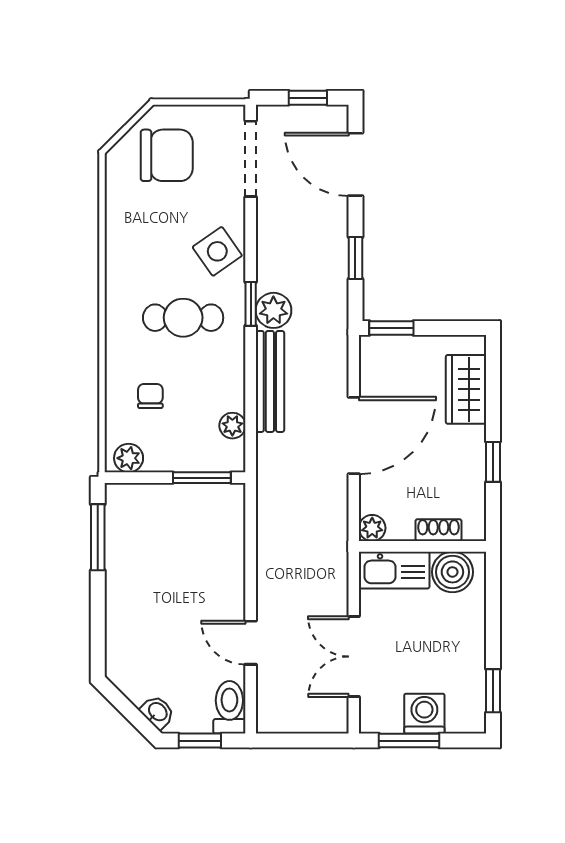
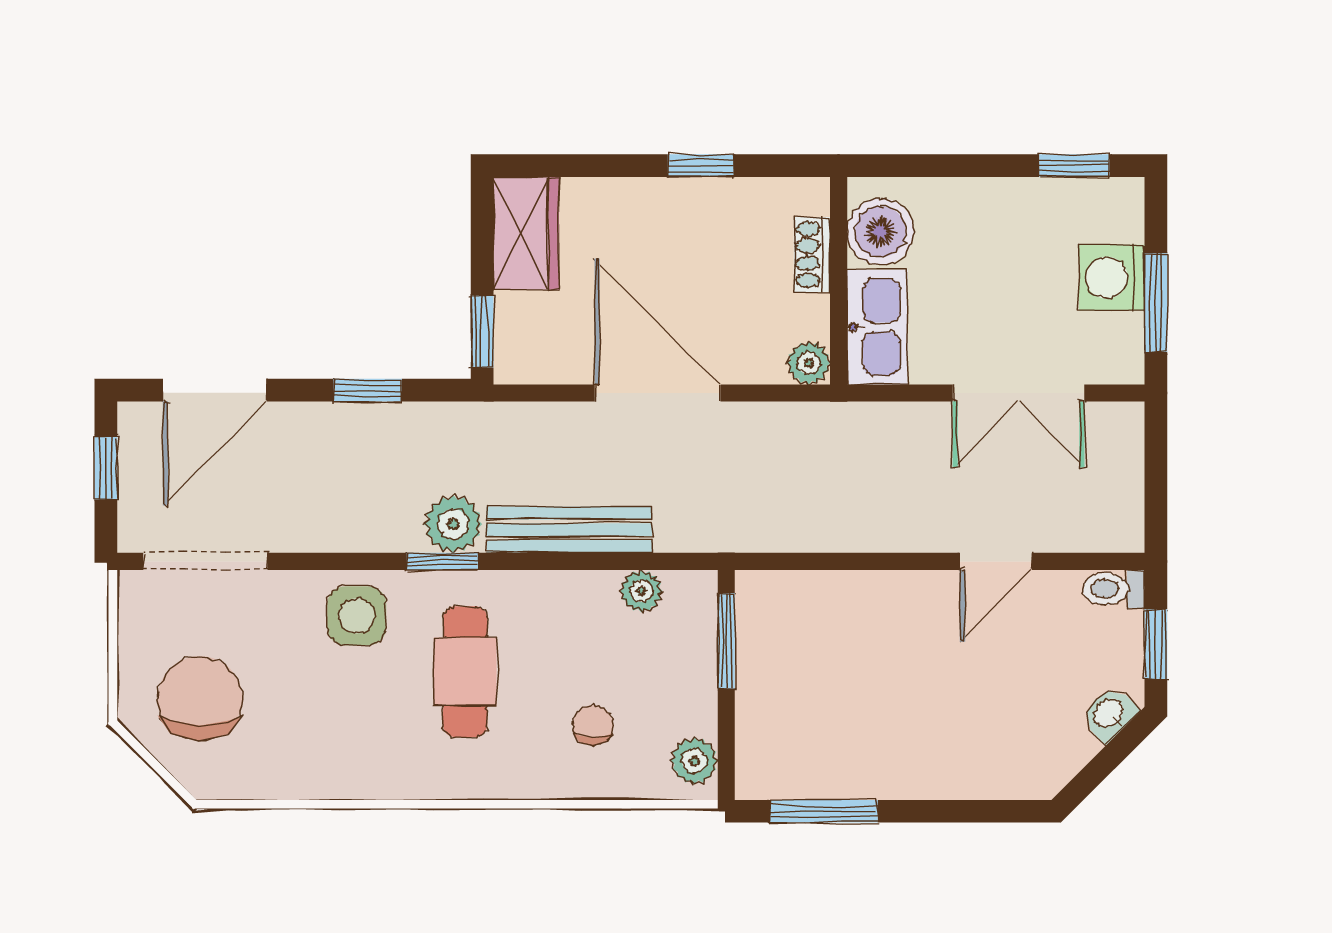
side table: (217, 251) -> (357, 616), turned 35
wardrobe: (466, 389) -> (526, 233), moved, turned -90
chair: (150, 396) -> (593, 725), turned 90
toilet: (229, 707) -> (1114, 589), width x0.73, depth x0.72

